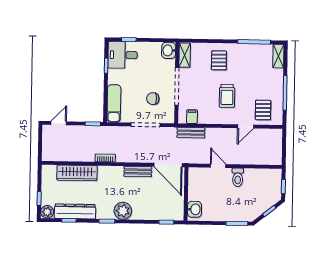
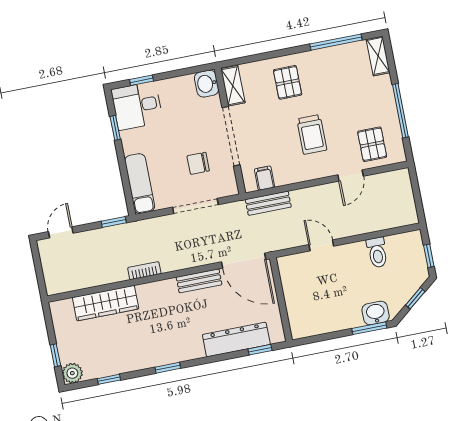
toilet: (238, 177) -> (377, 252), moved
washbasin: (194, 209) -> (376, 313), moved, turned -90
dresser: (75, 211) -> (236, 340), moved
plant: (123, 211) -> (189, 347), removed

